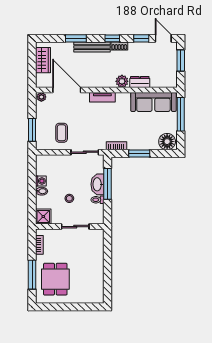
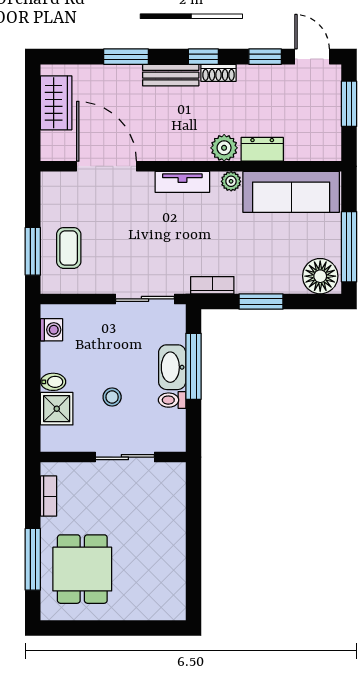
bench: (92, 47) -> (171, 75), width x0.73
plant: (41, 97) -> (231, 181), moved
window: (181, 114) -> (349, 247), moved
coffee table: (62, 133) -> (69, 248), moved
washing machine: (41, 181) -> (52, 330), moved
shower: (43, 217) -> (57, 409), moved

